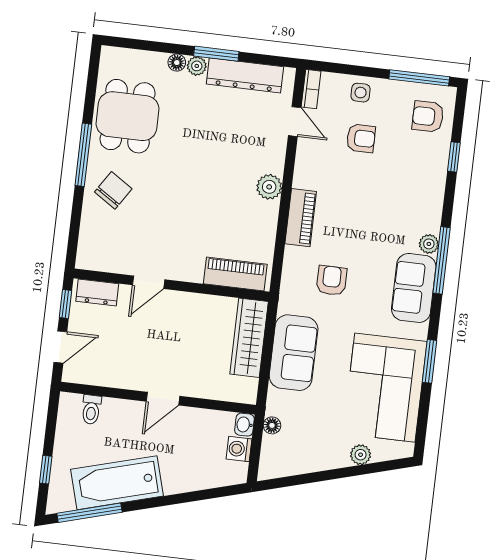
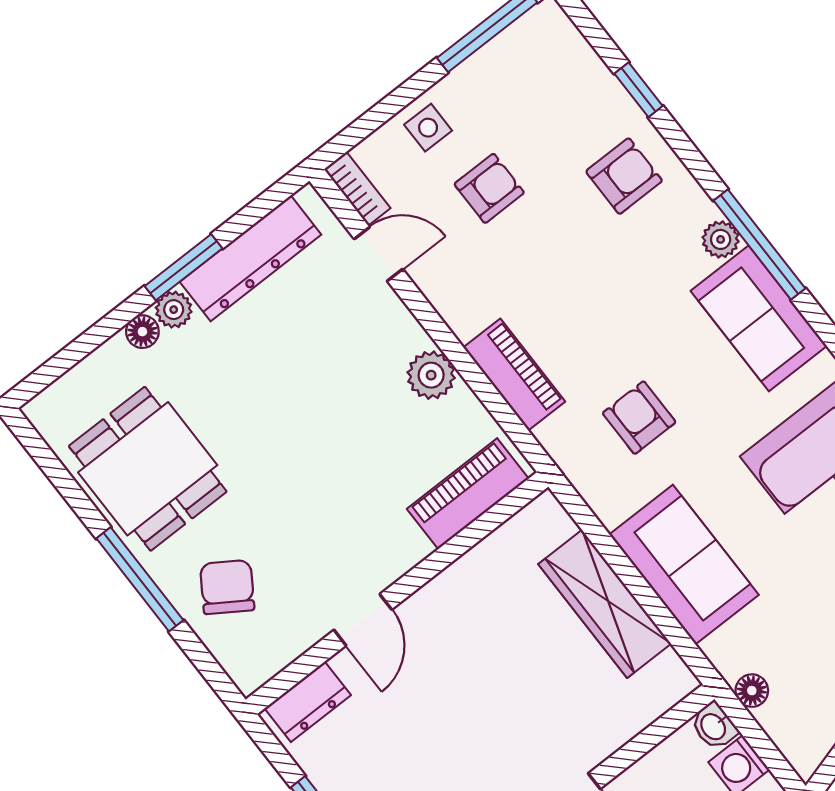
armchair: (428, 117) -> (624, 176), moved, turned 180
piano: (235, 274) -> (468, 494), moved
door: (149, 282) -> (363, 620), moved
wall: (171, 285) -> (397, 593), moved
dresser: (97, 293) -> (308, 702), moved

